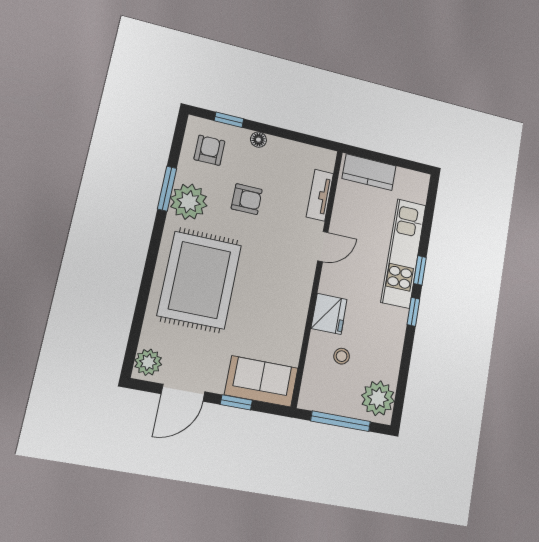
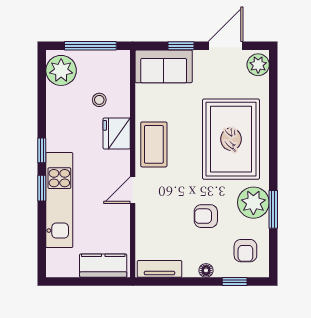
tv unit: (320, 195) -> (159, 269), moved, turned -90
coffee table: (290, 293) -> (154, 144), added

